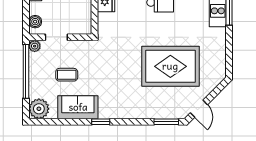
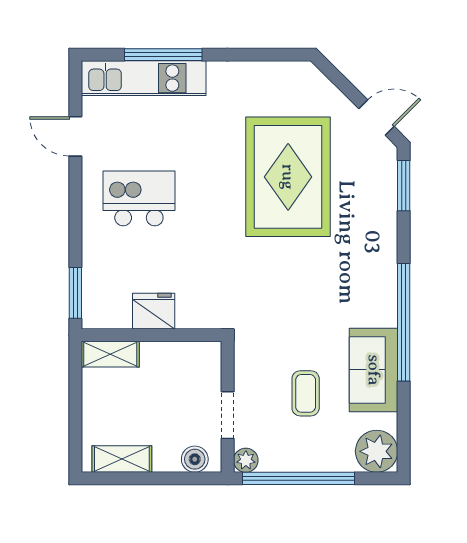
window: (101, 122) -> (404, 322), width x3.17

